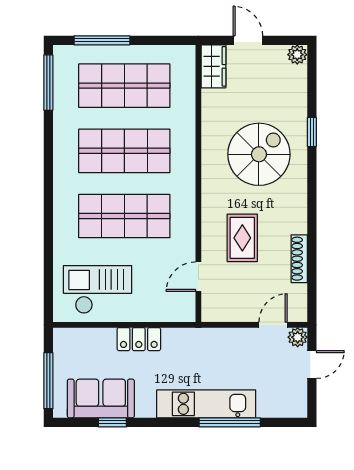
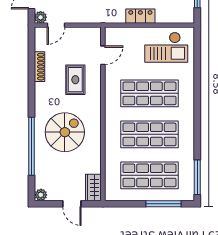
window: (312, 132) -> (32, 146), width x3.17
spiral stairs: (259, 154) -> (65, 132), turned 180

